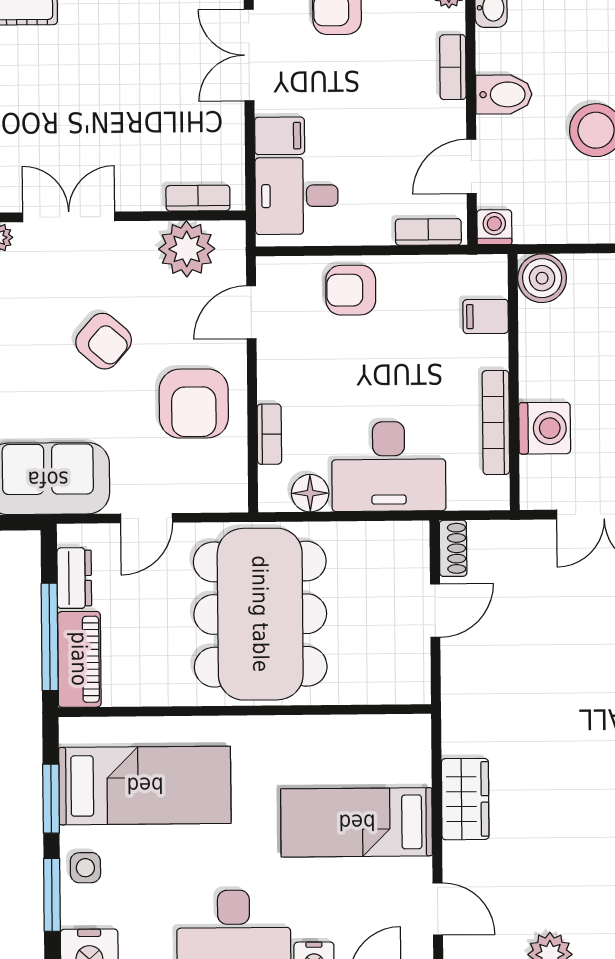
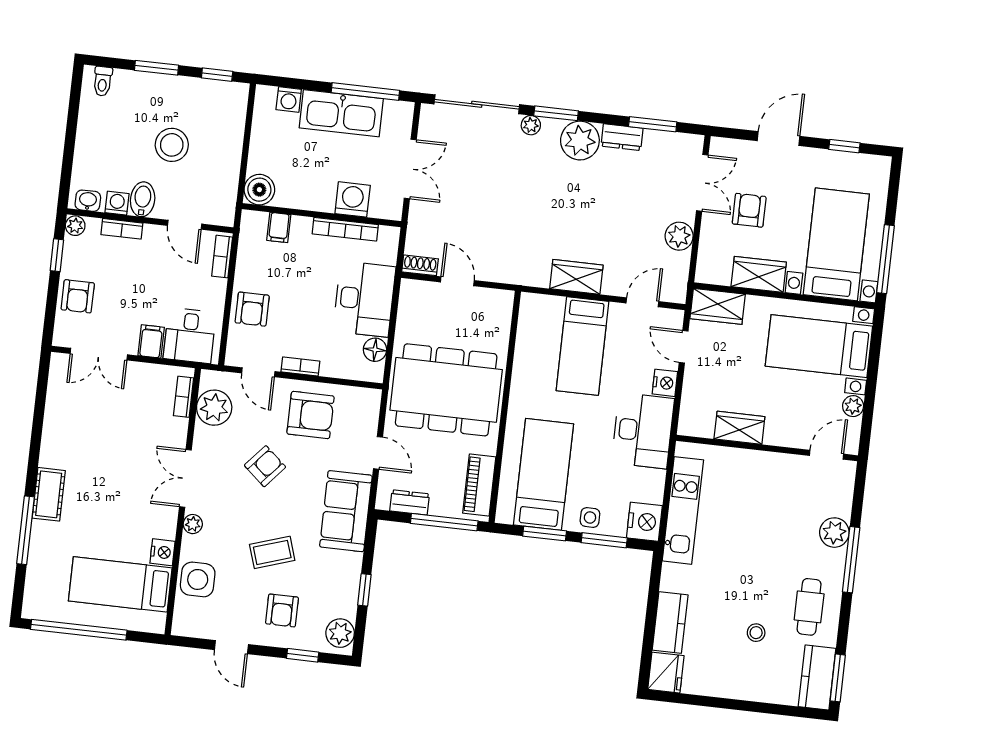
washing machine: (494, 227) -> (117, 203), moved, turned 90
bookcase: (269, 434) -> (300, 367), moved
piano: (79, 659) -> (479, 485), moved, turned -90

